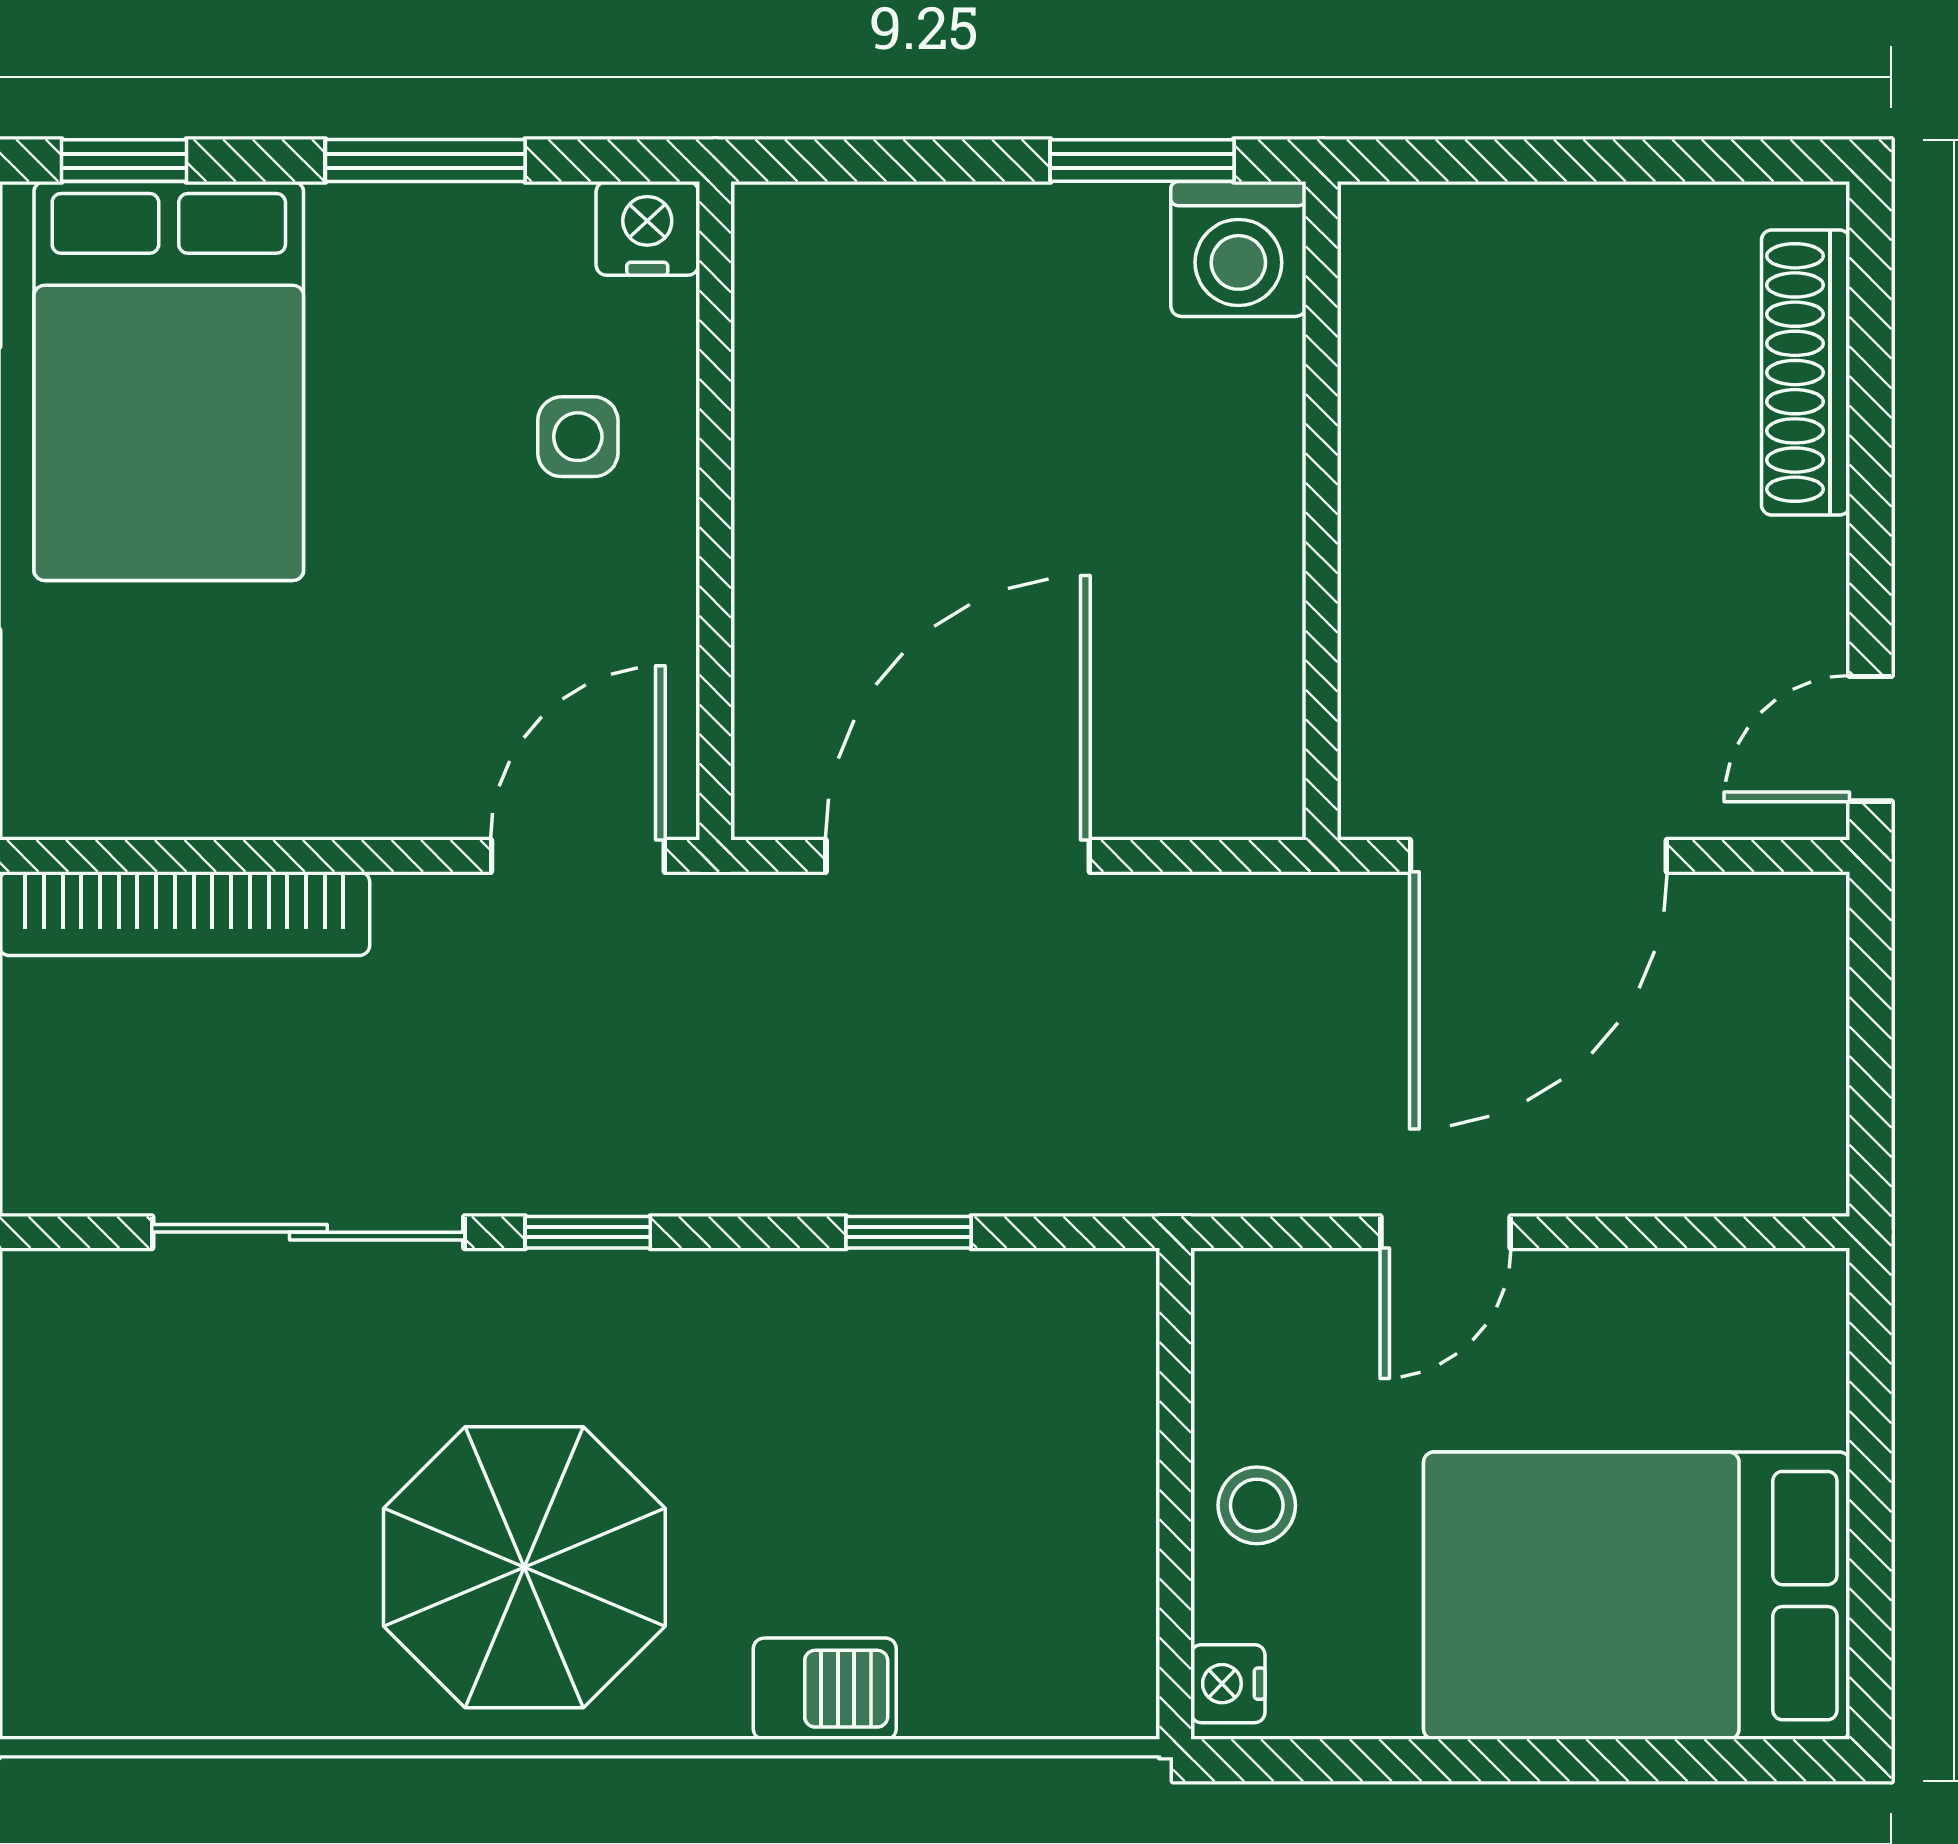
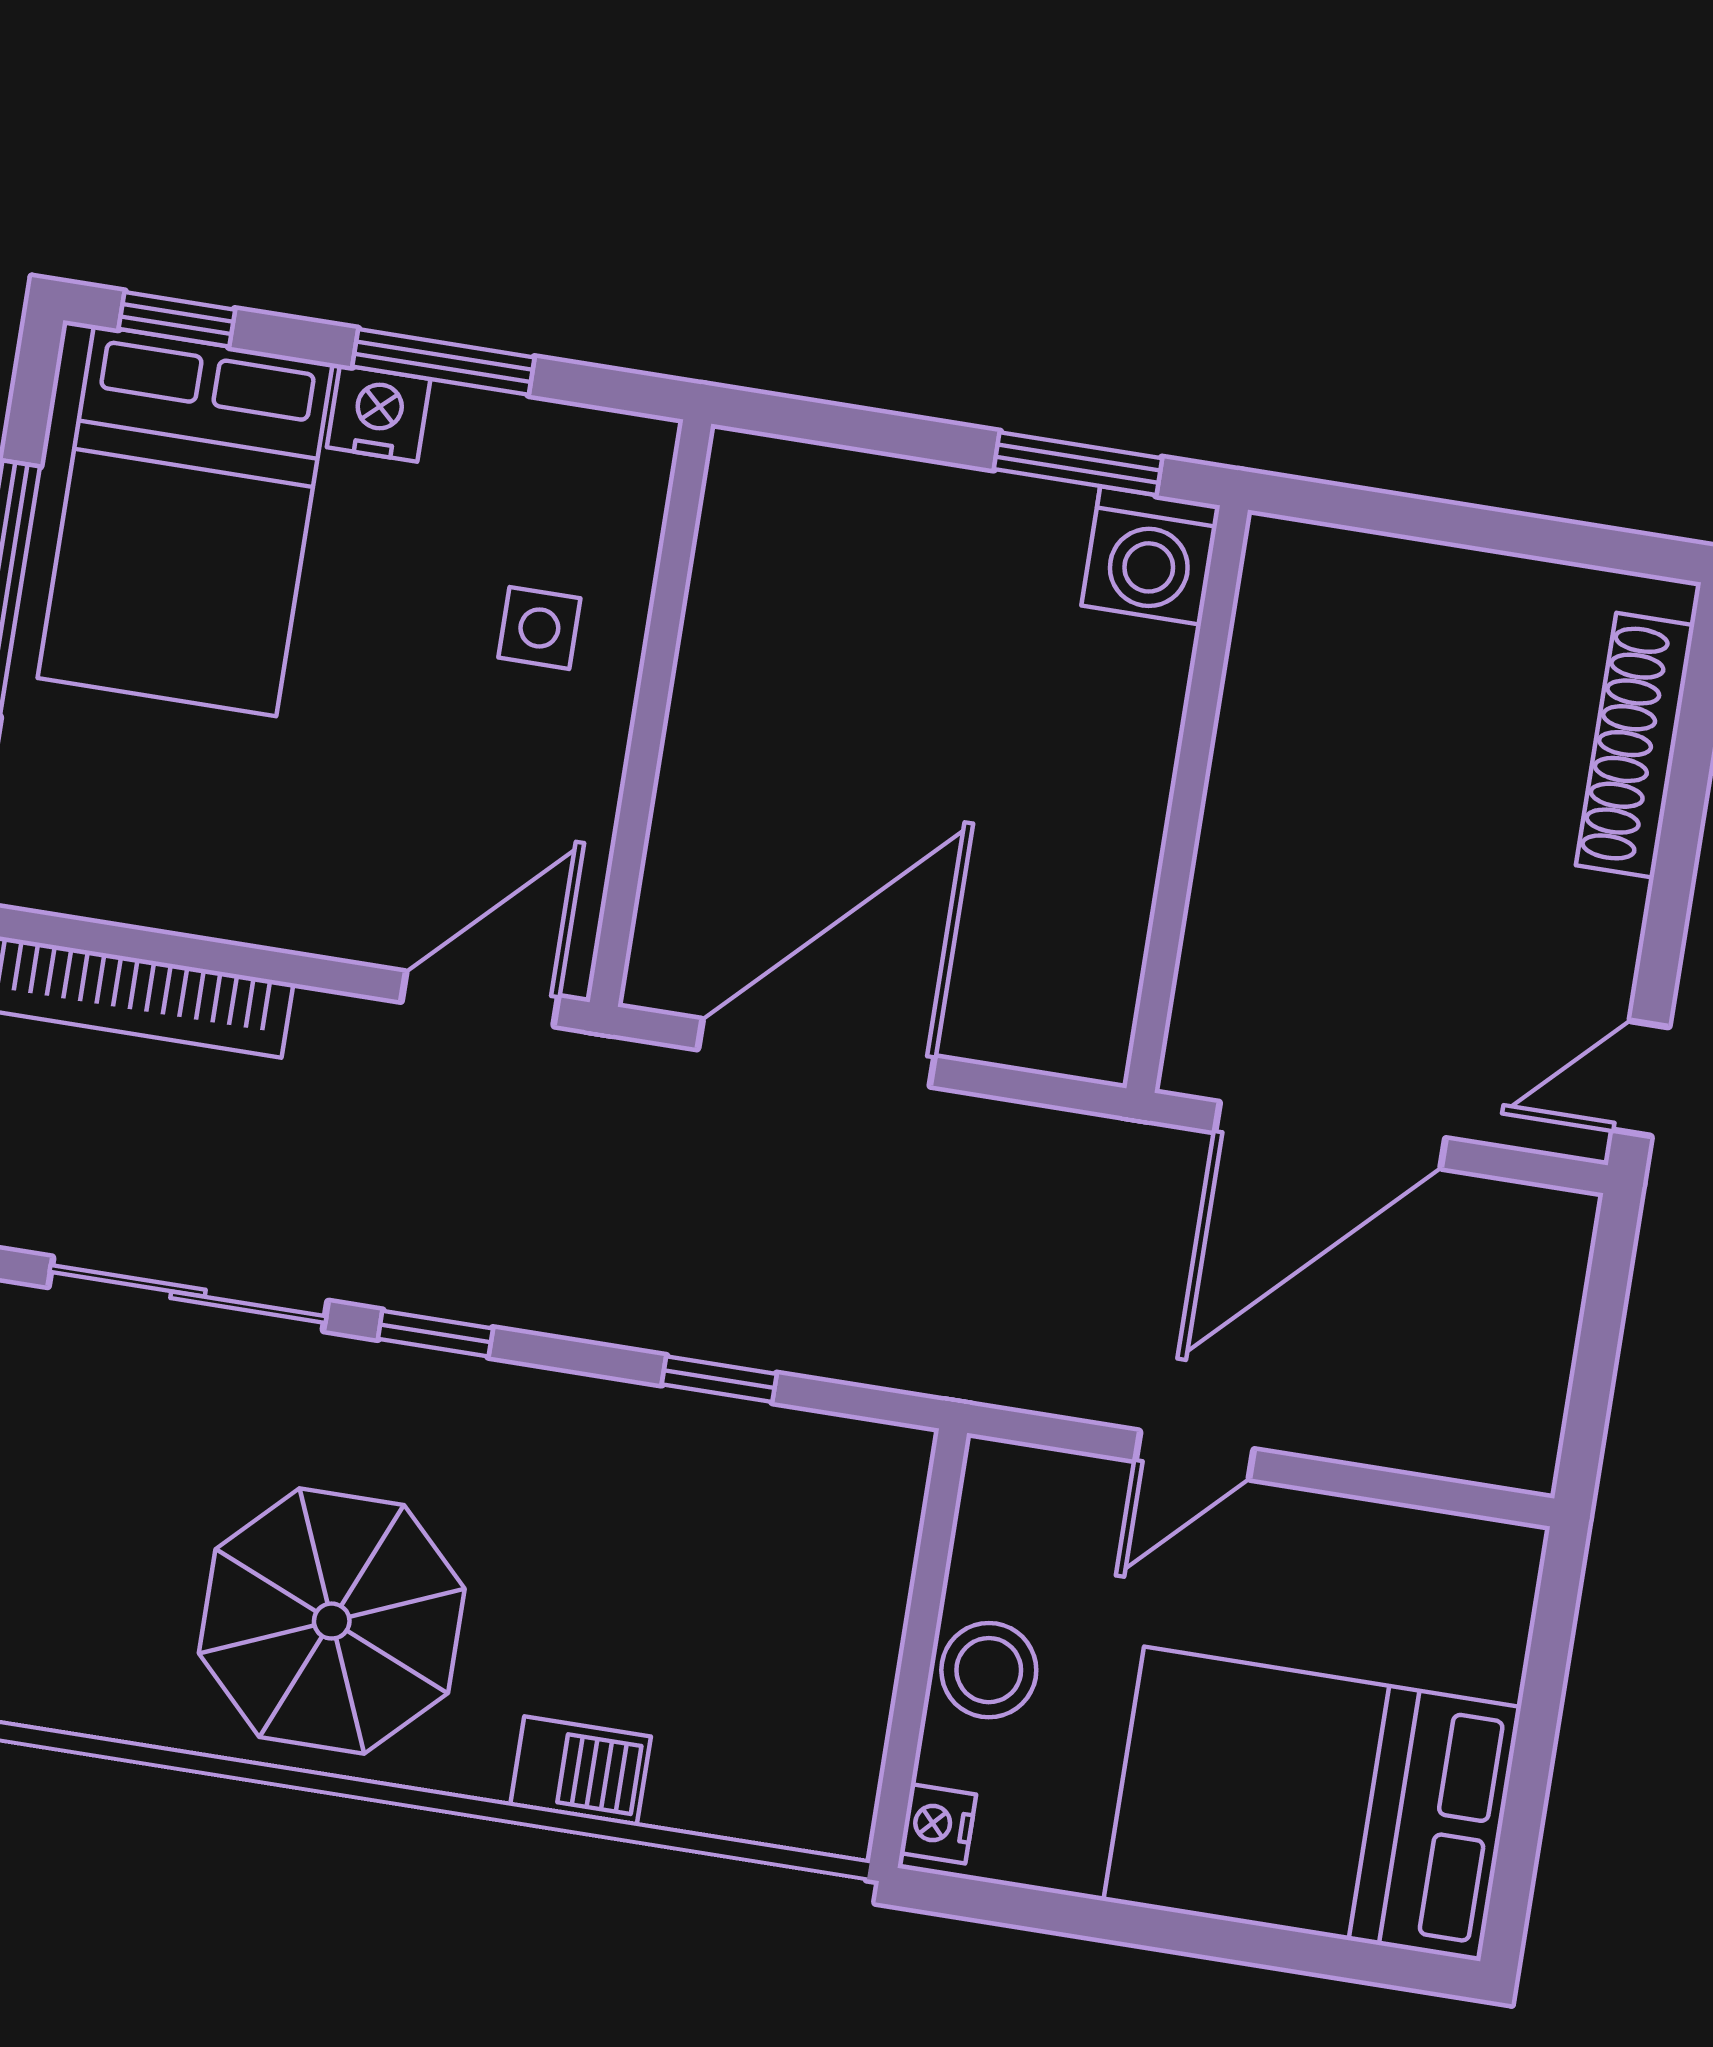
nightstand: (647, 228) -> (379, 413), moved
stool: (1257, 1505) -> (989, 1670), width x1.37, depth x1.37

